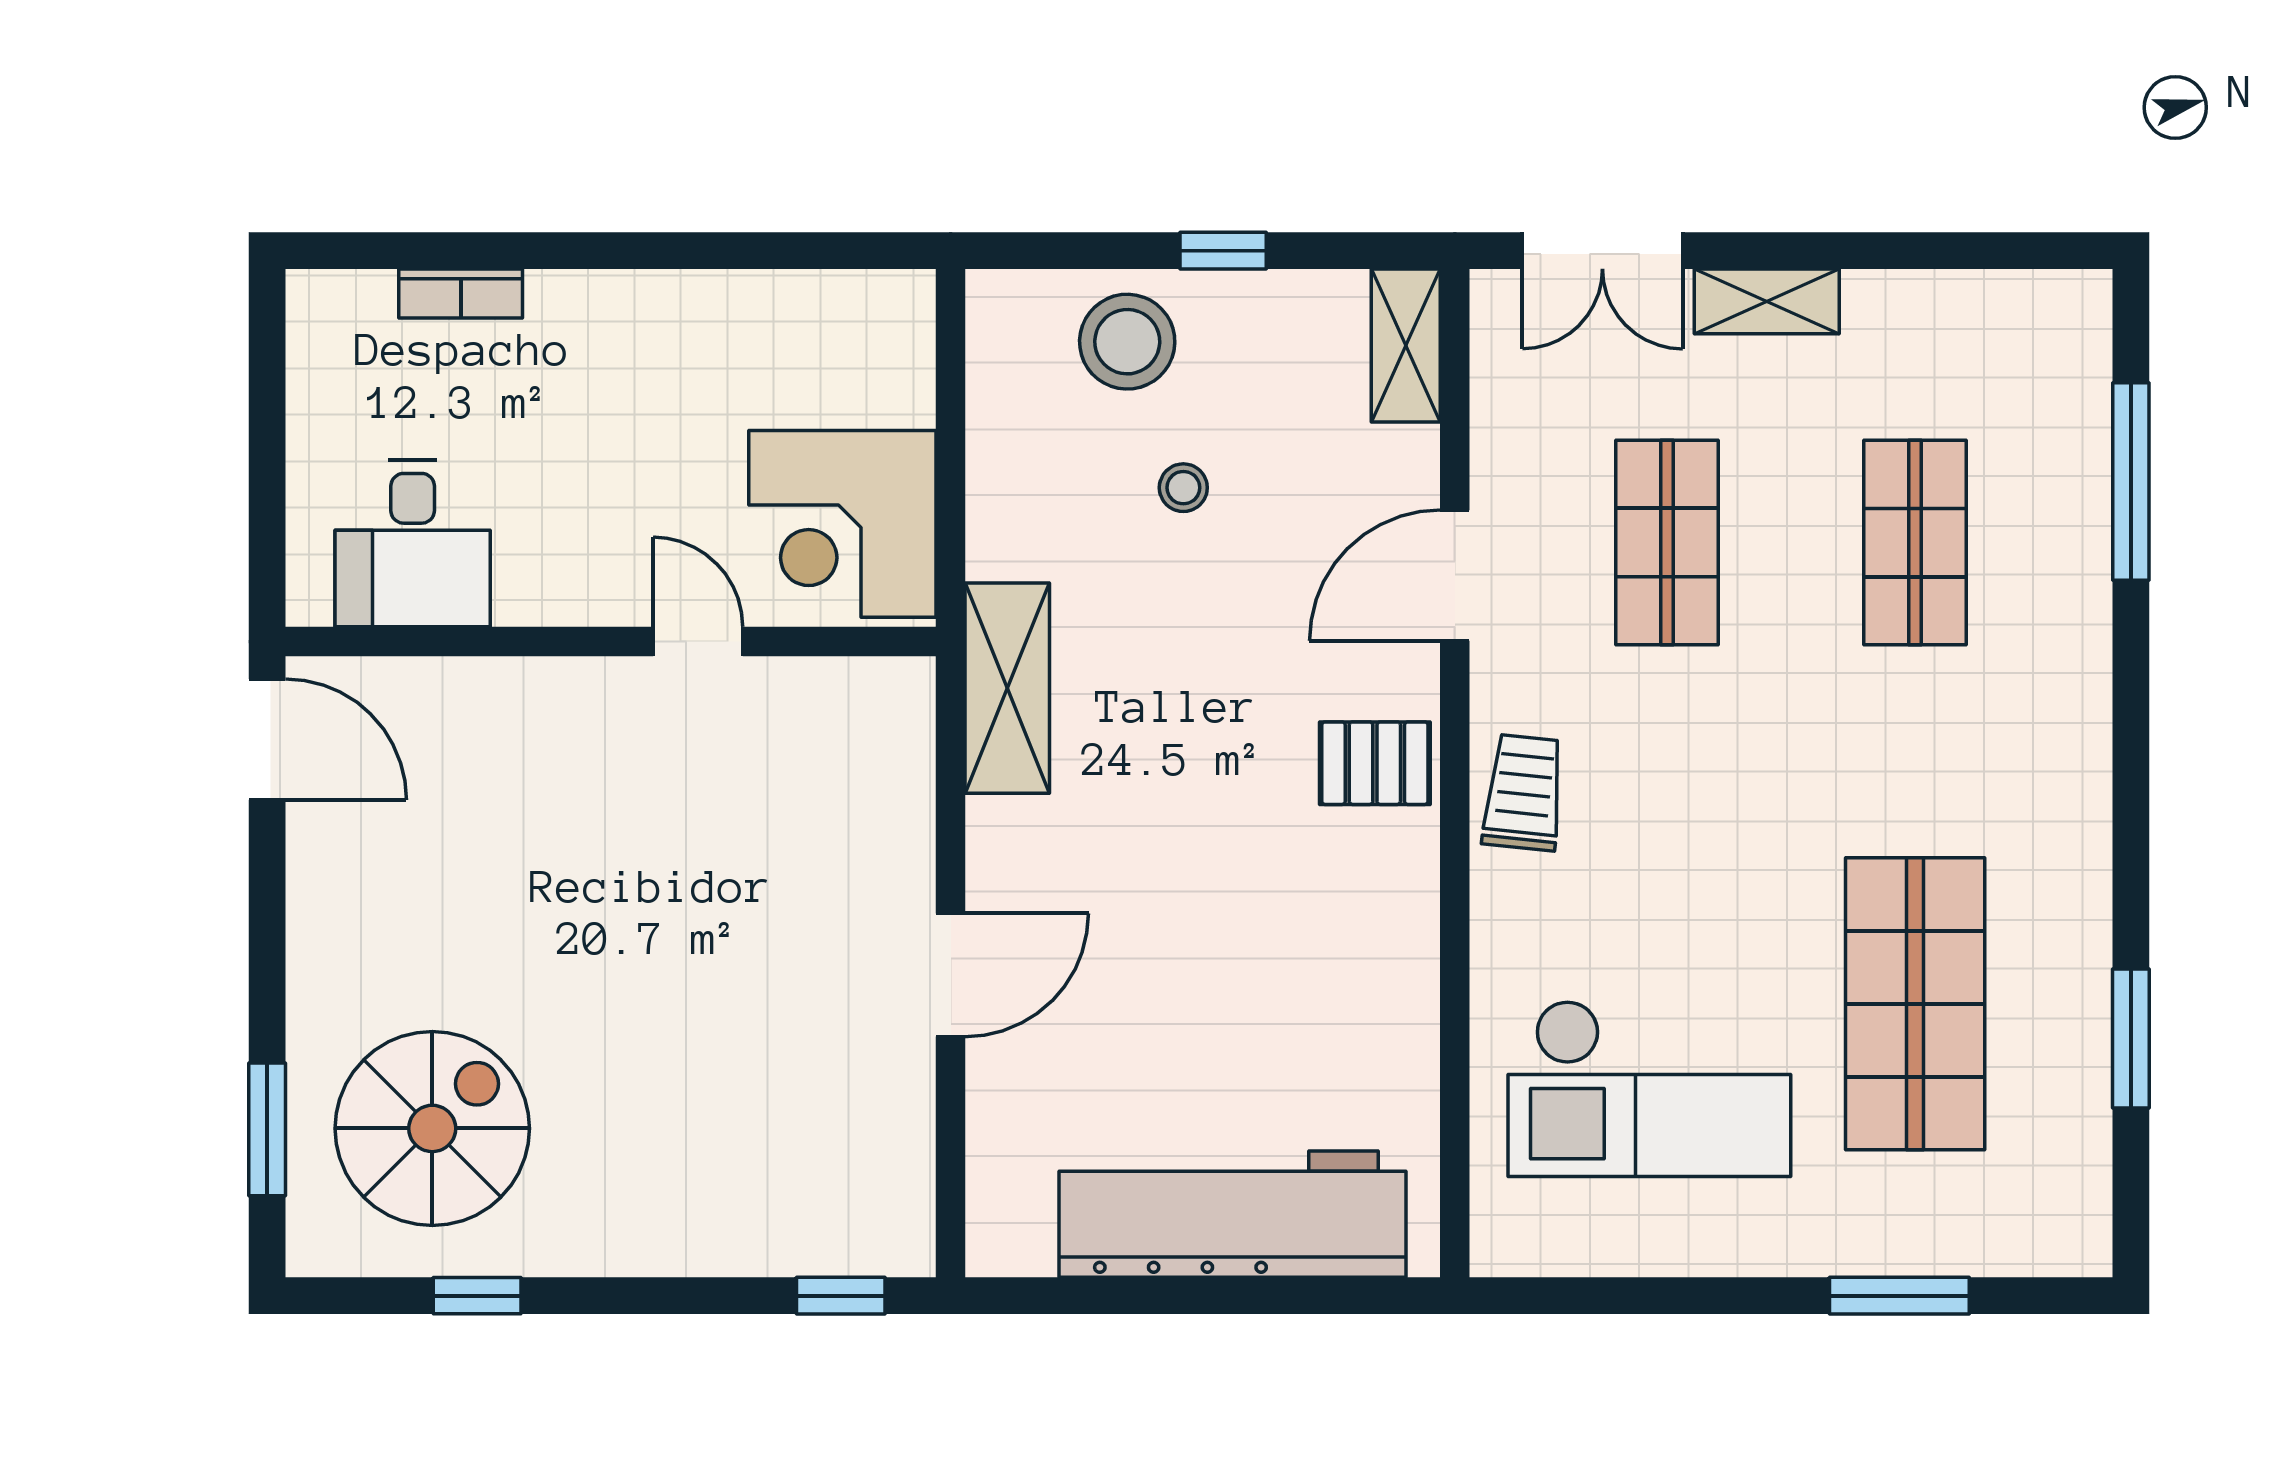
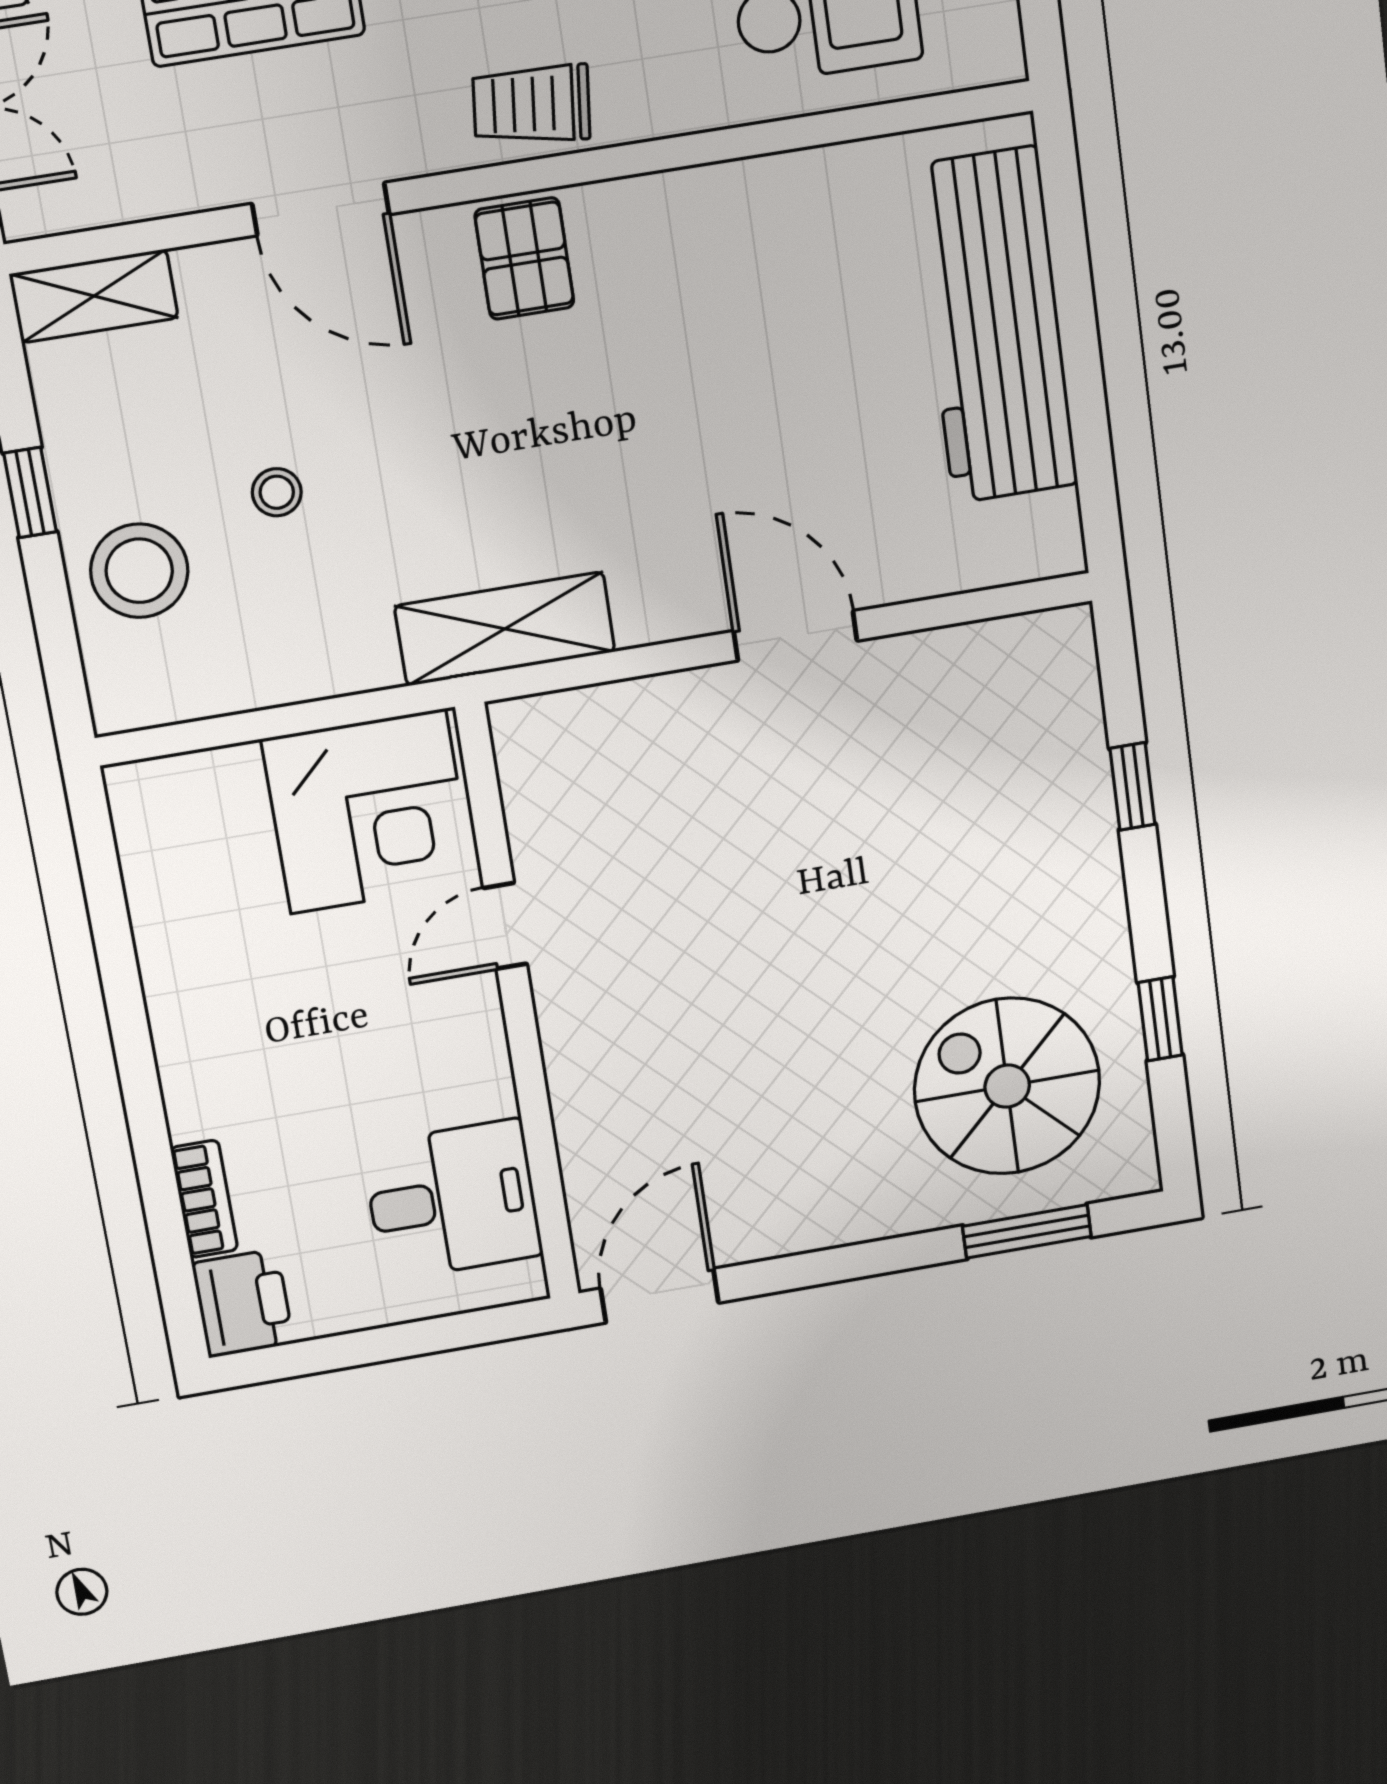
printer: (339, 313) -> (243, 1303), added
window: (841, 1296) -> (1132, 786), moved

